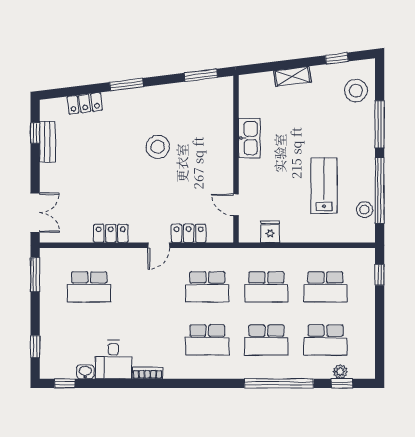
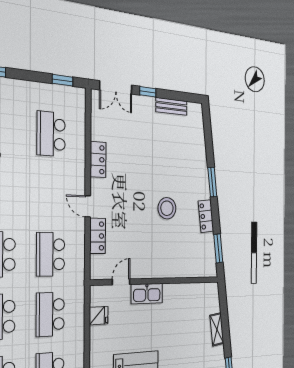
locker: (85, 103) -> (206, 216), moved
window: (35, 133) -> (148, 92), moved
kitchen sink: (249, 138) -> (147, 294), moved
window: (35, 275) -> (63, 80), width x0.67

